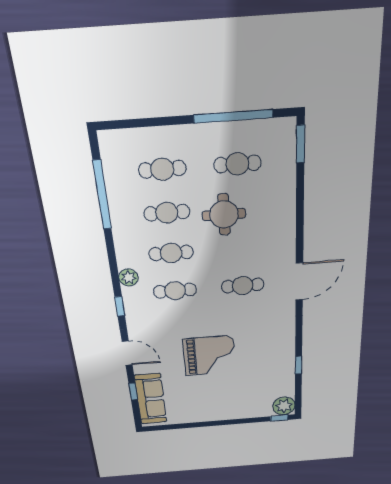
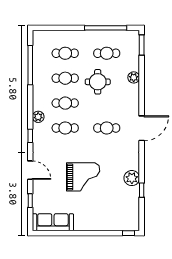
plant: (286, 203) -> (134, 77), added
sofa: (151, 399) -> (53, 222), moved, turned -90
plant: (284, 406) -> (132, 178), moved

